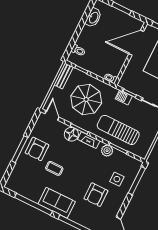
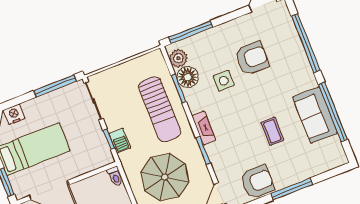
floor lamp: (71, 134) -> (188, 77), moved
armchair: (37, 149) -> (257, 182), moved
plant: (107, 151) -> (178, 58), moved
side table: (117, 179) -> (224, 81), moved
sofa: (57, 203) -> (315, 115), moved

